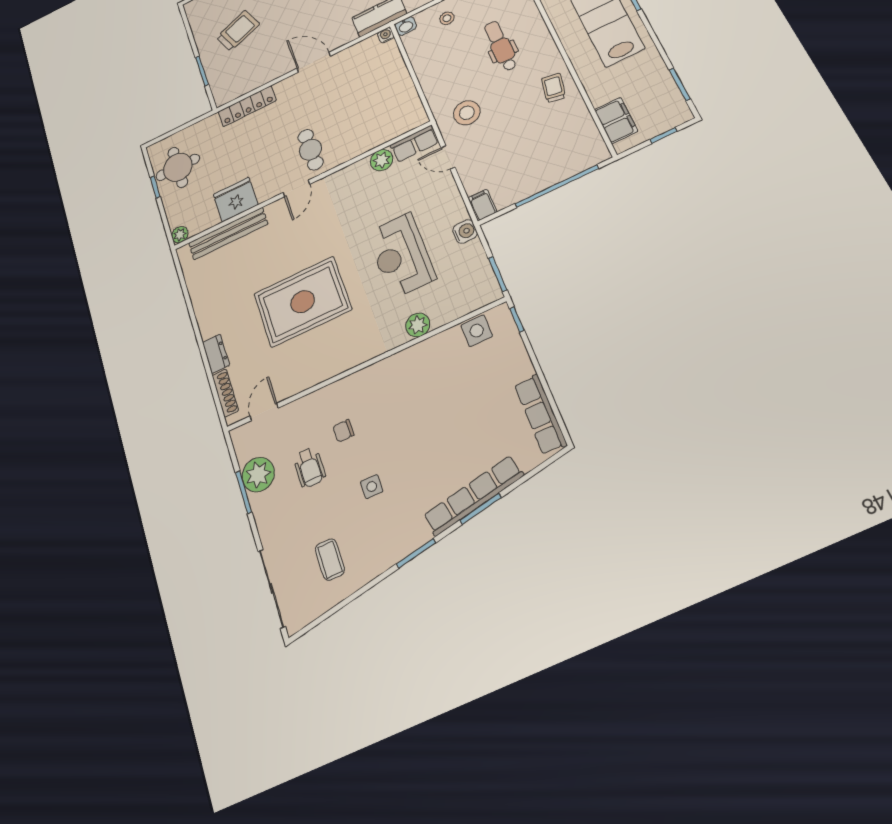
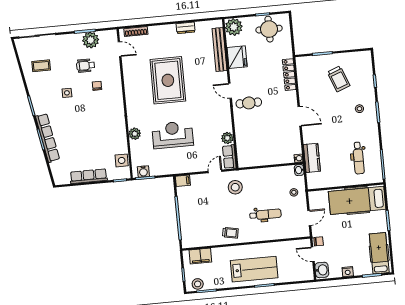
door: (314, 62) -> (300, 116), hinge flipped
stool: (672, 104) -> (198, 284), added
water cooler: (465, 231) -> (143, 171), moved
plant: (180, 235) -> (234, 27), width x1.88, depth x1.88
dresser: (216, 354) -> (186, 28), moved
row of seats: (540, 414) -> (89, 176), moved

